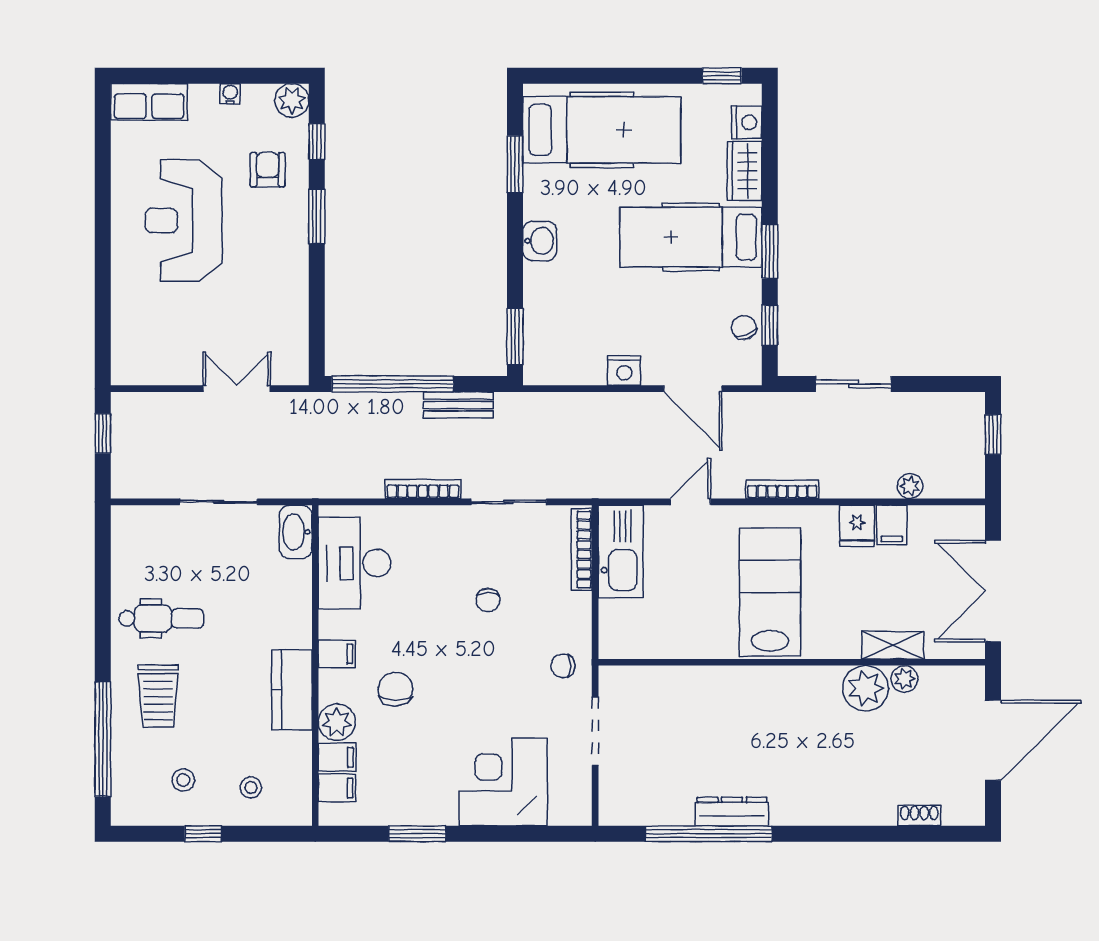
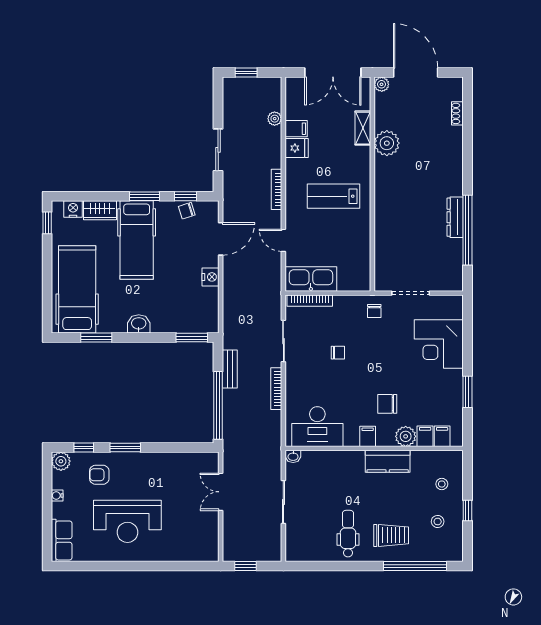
washbasin: (296, 532) -> (293, 456), width x0.52, depth x0.69
lab bench: (770, 592) -> (333, 196), width x0.73, depth x0.72
plant: (904, 679) -> (382, 84), moved

